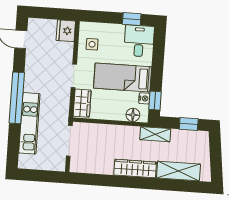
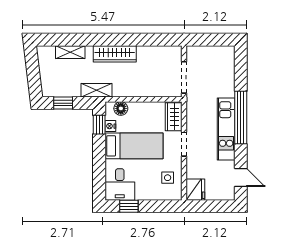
kitchen unit: (29, 123) -> (226, 129), moved
shelving: (178, 171) -> (70, 52), width x0.67, depth x0.75

